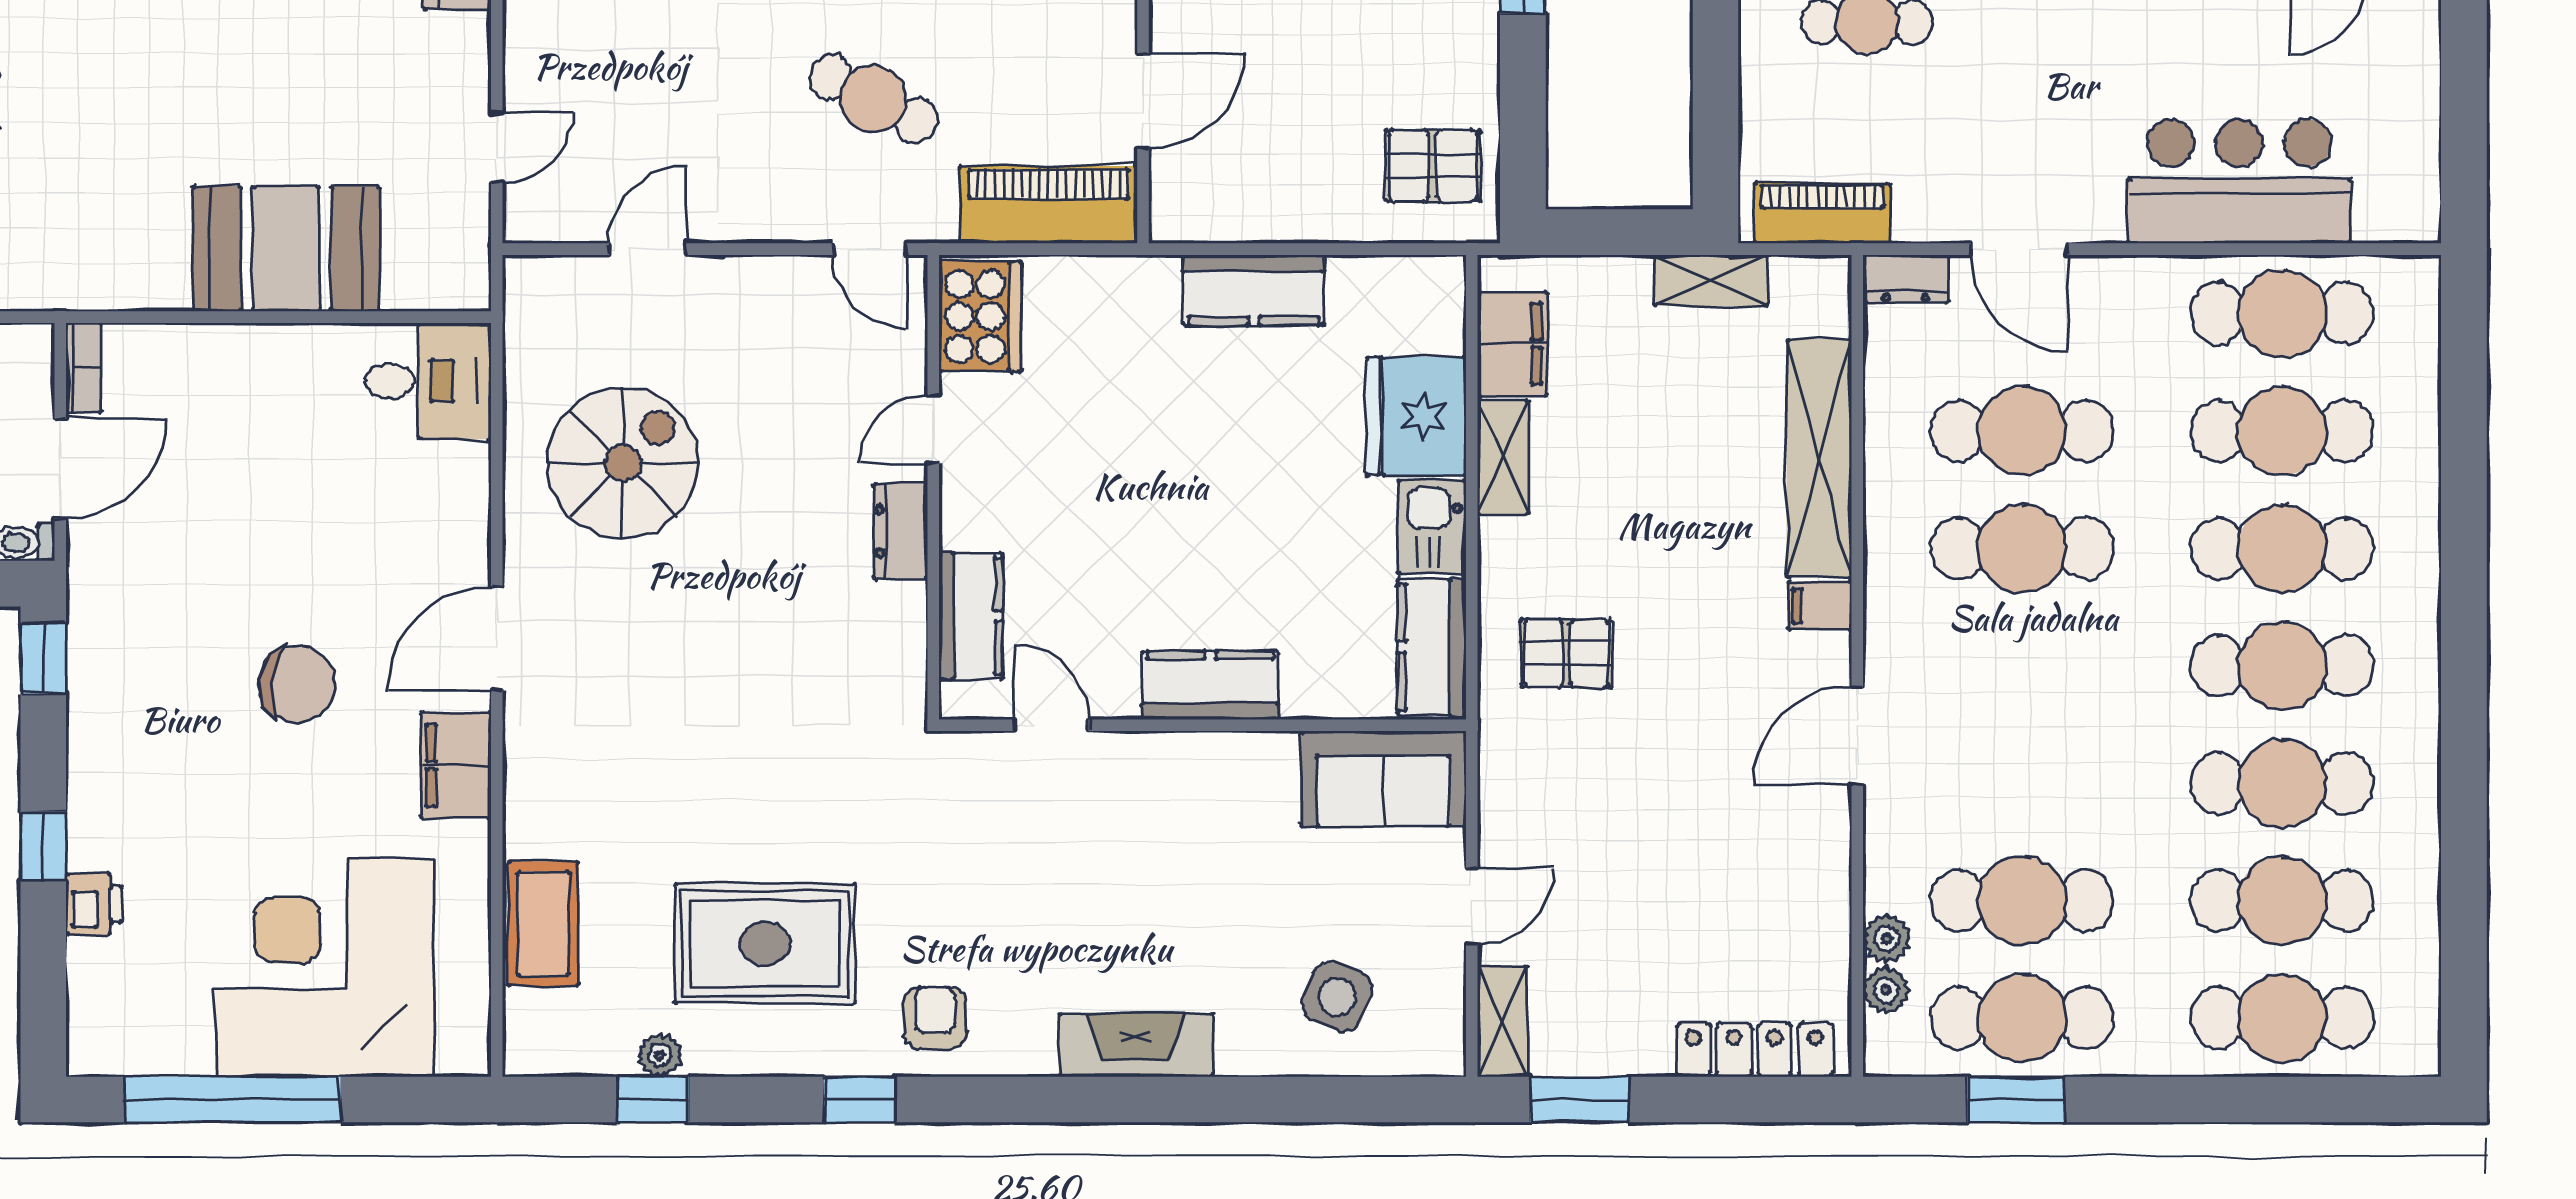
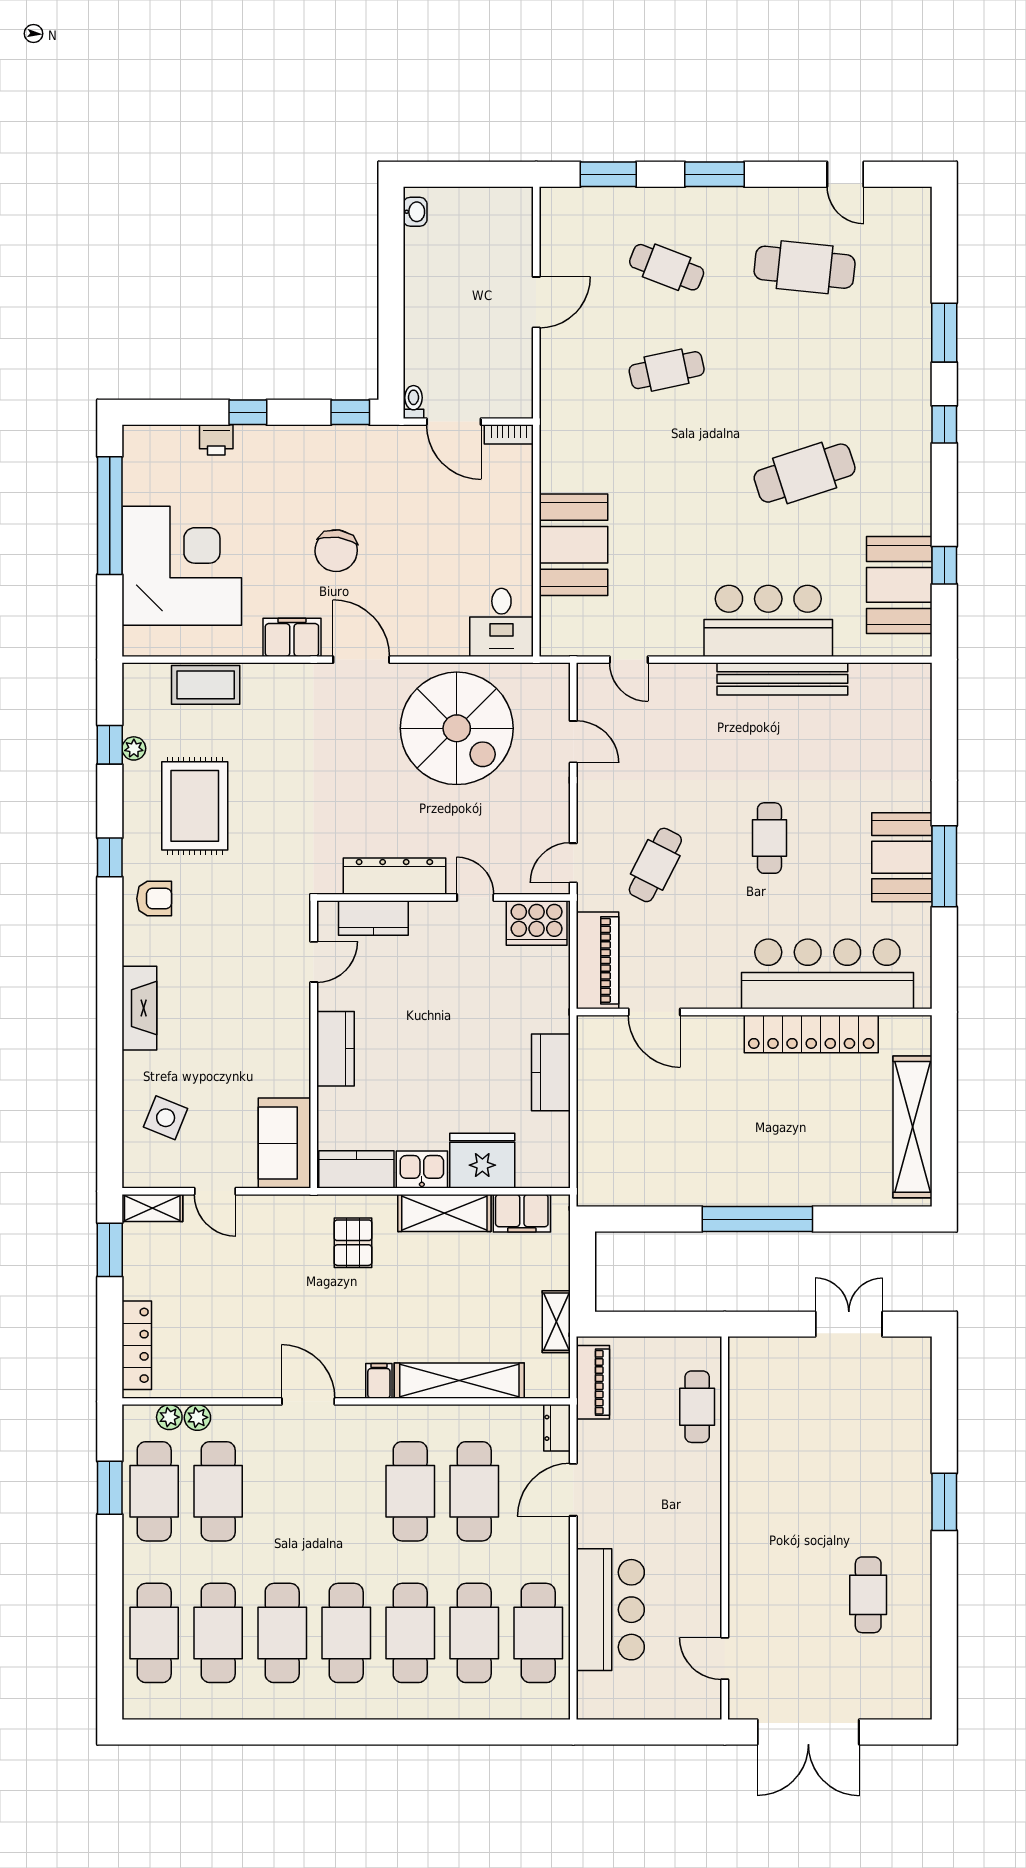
pallet: (1433, 166) -> (619, 1170), removed
shelving: (1503, 457) -> (444, 1213), width x1.50, depth x1.33
spiral stairs: (623, 463) -> (457, 728), width x1.37, depth x1.37
dresser: (901, 531) -> (394, 876), width x1.96, depth x1.24

